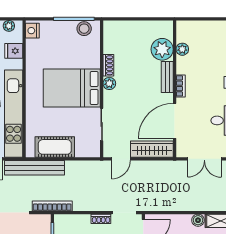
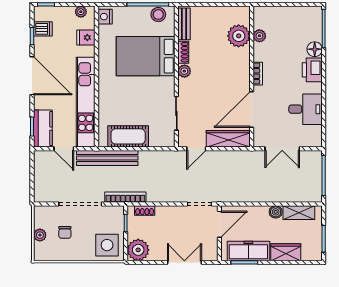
bench: (167, 77) -> (184, 24), moved
bed: (72, 88) -> (146, 56), moved
shoe rack: (101, 219) -> (145, 210), moved

